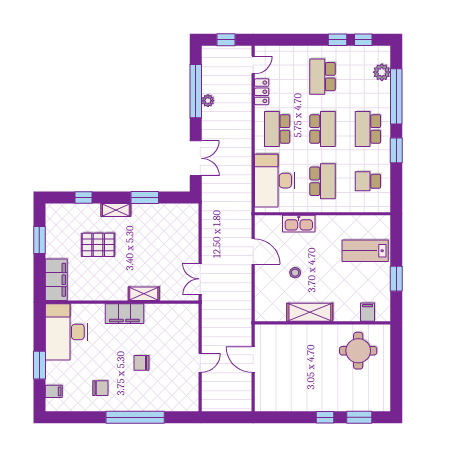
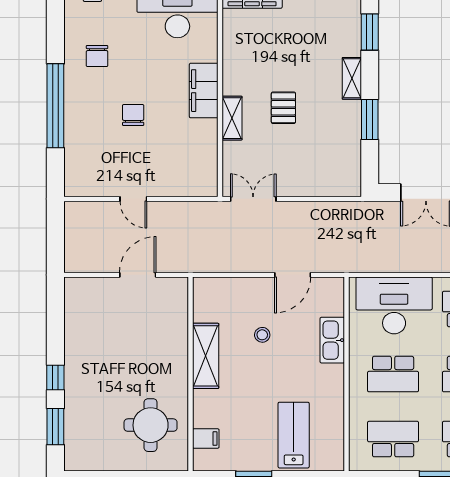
school desk: (368, 181) -> (393, 439), width x1.85
window: (83, 198) -> (370, 32), width x1.50
pallet: (98, 245) -> (283, 108), moved, width x0.67, depth x0.71

